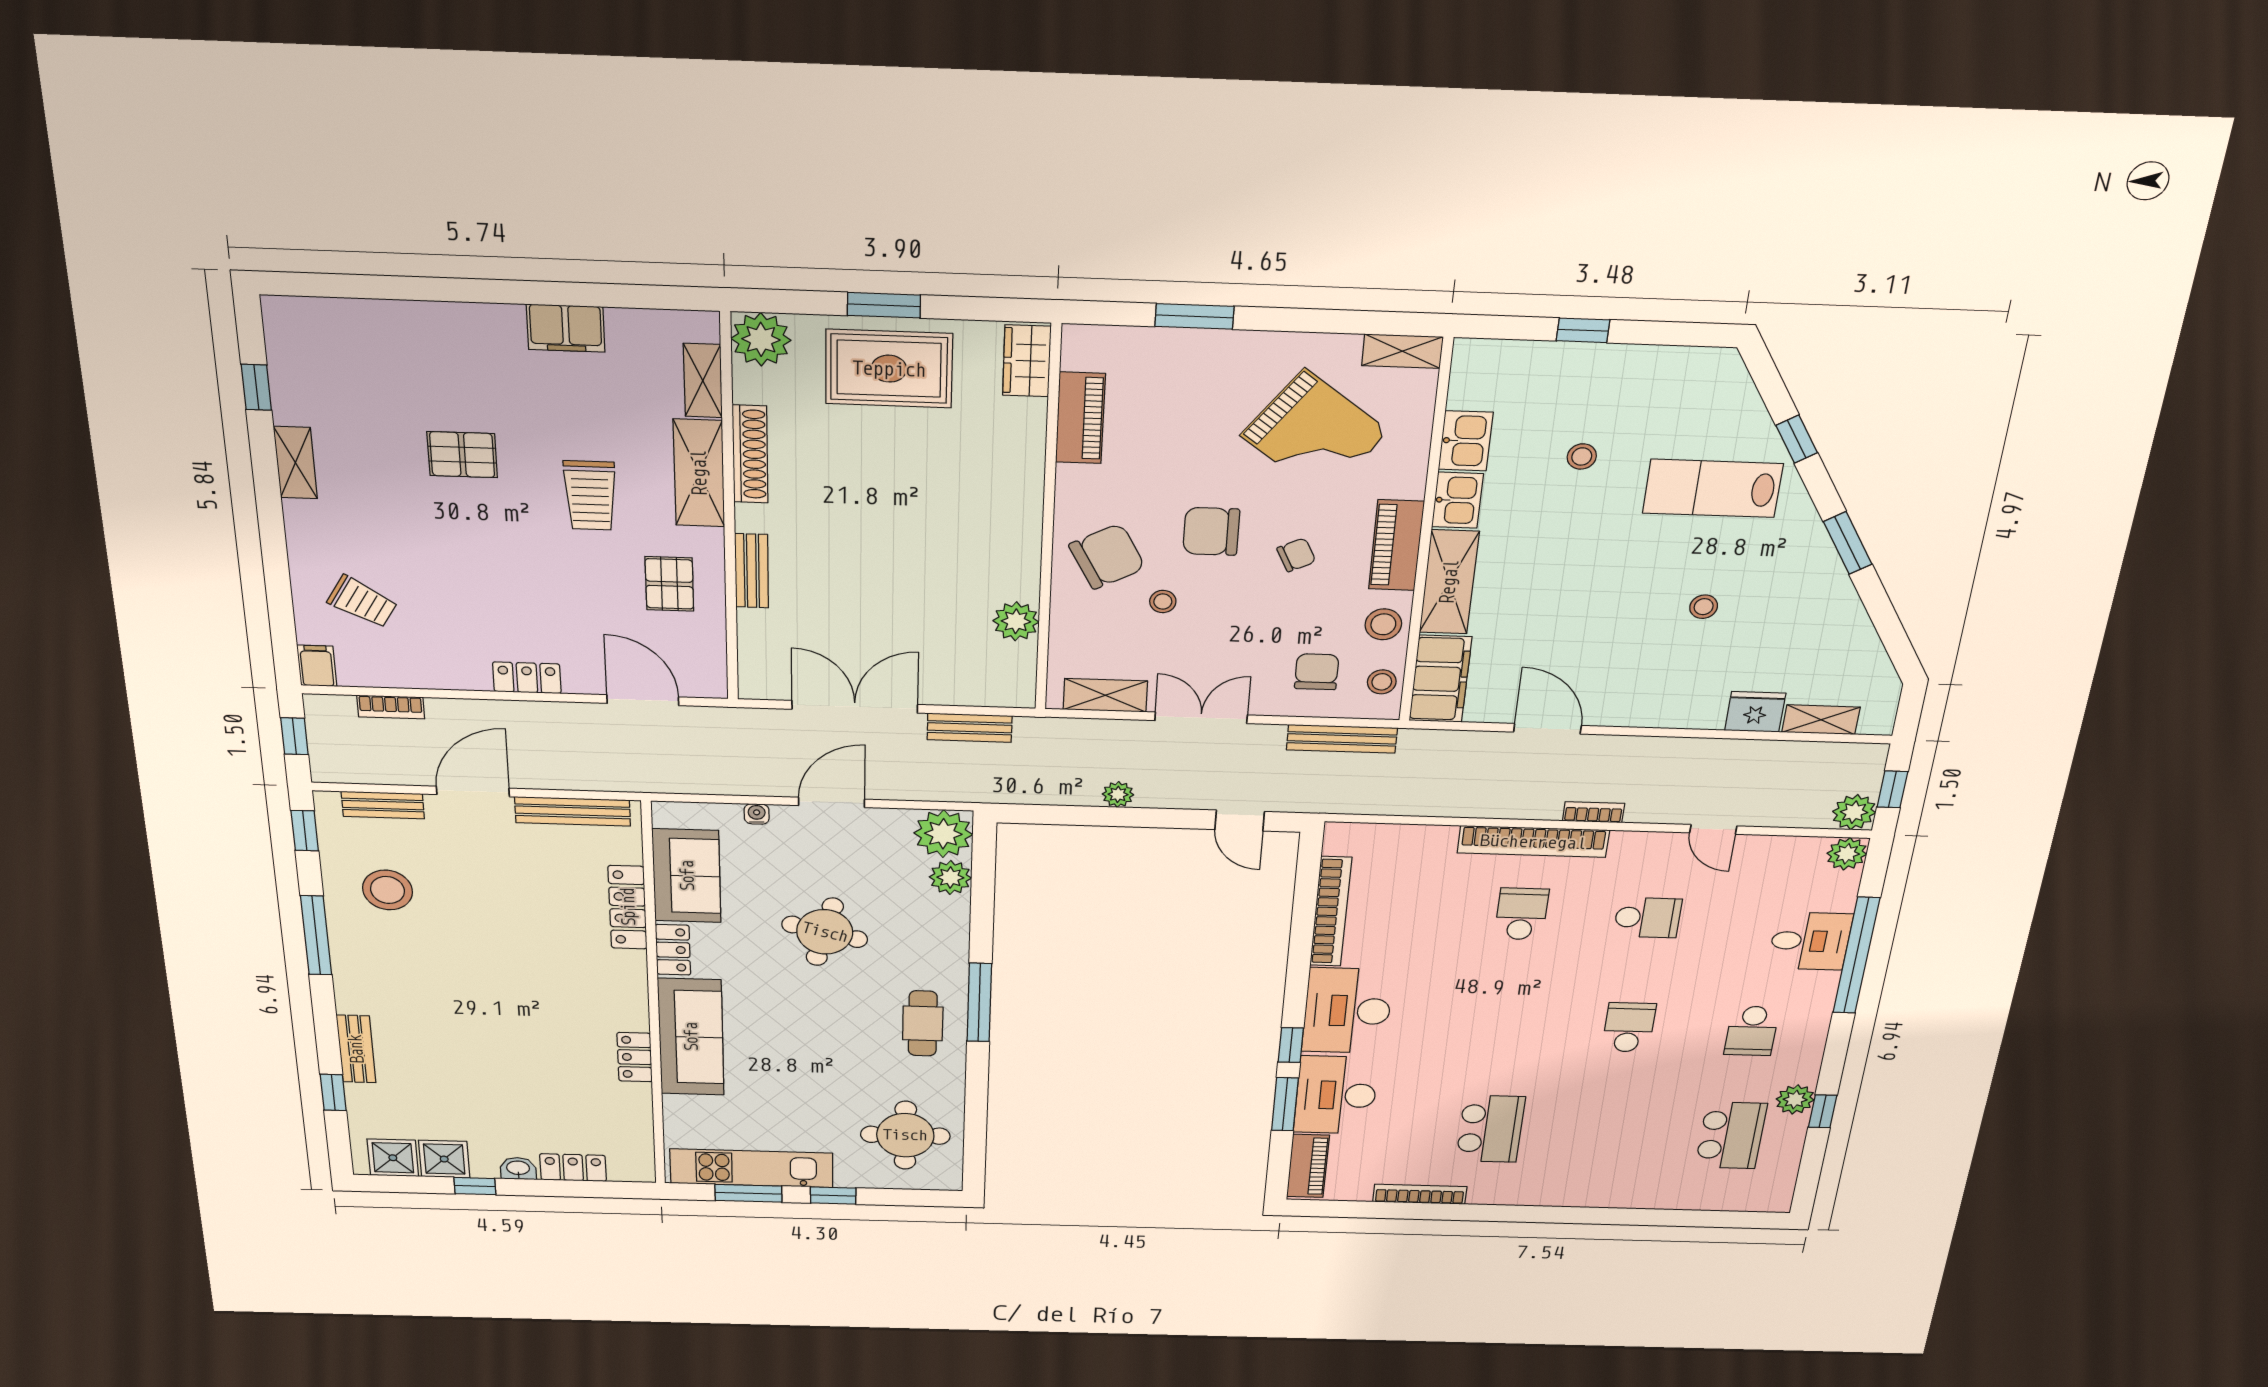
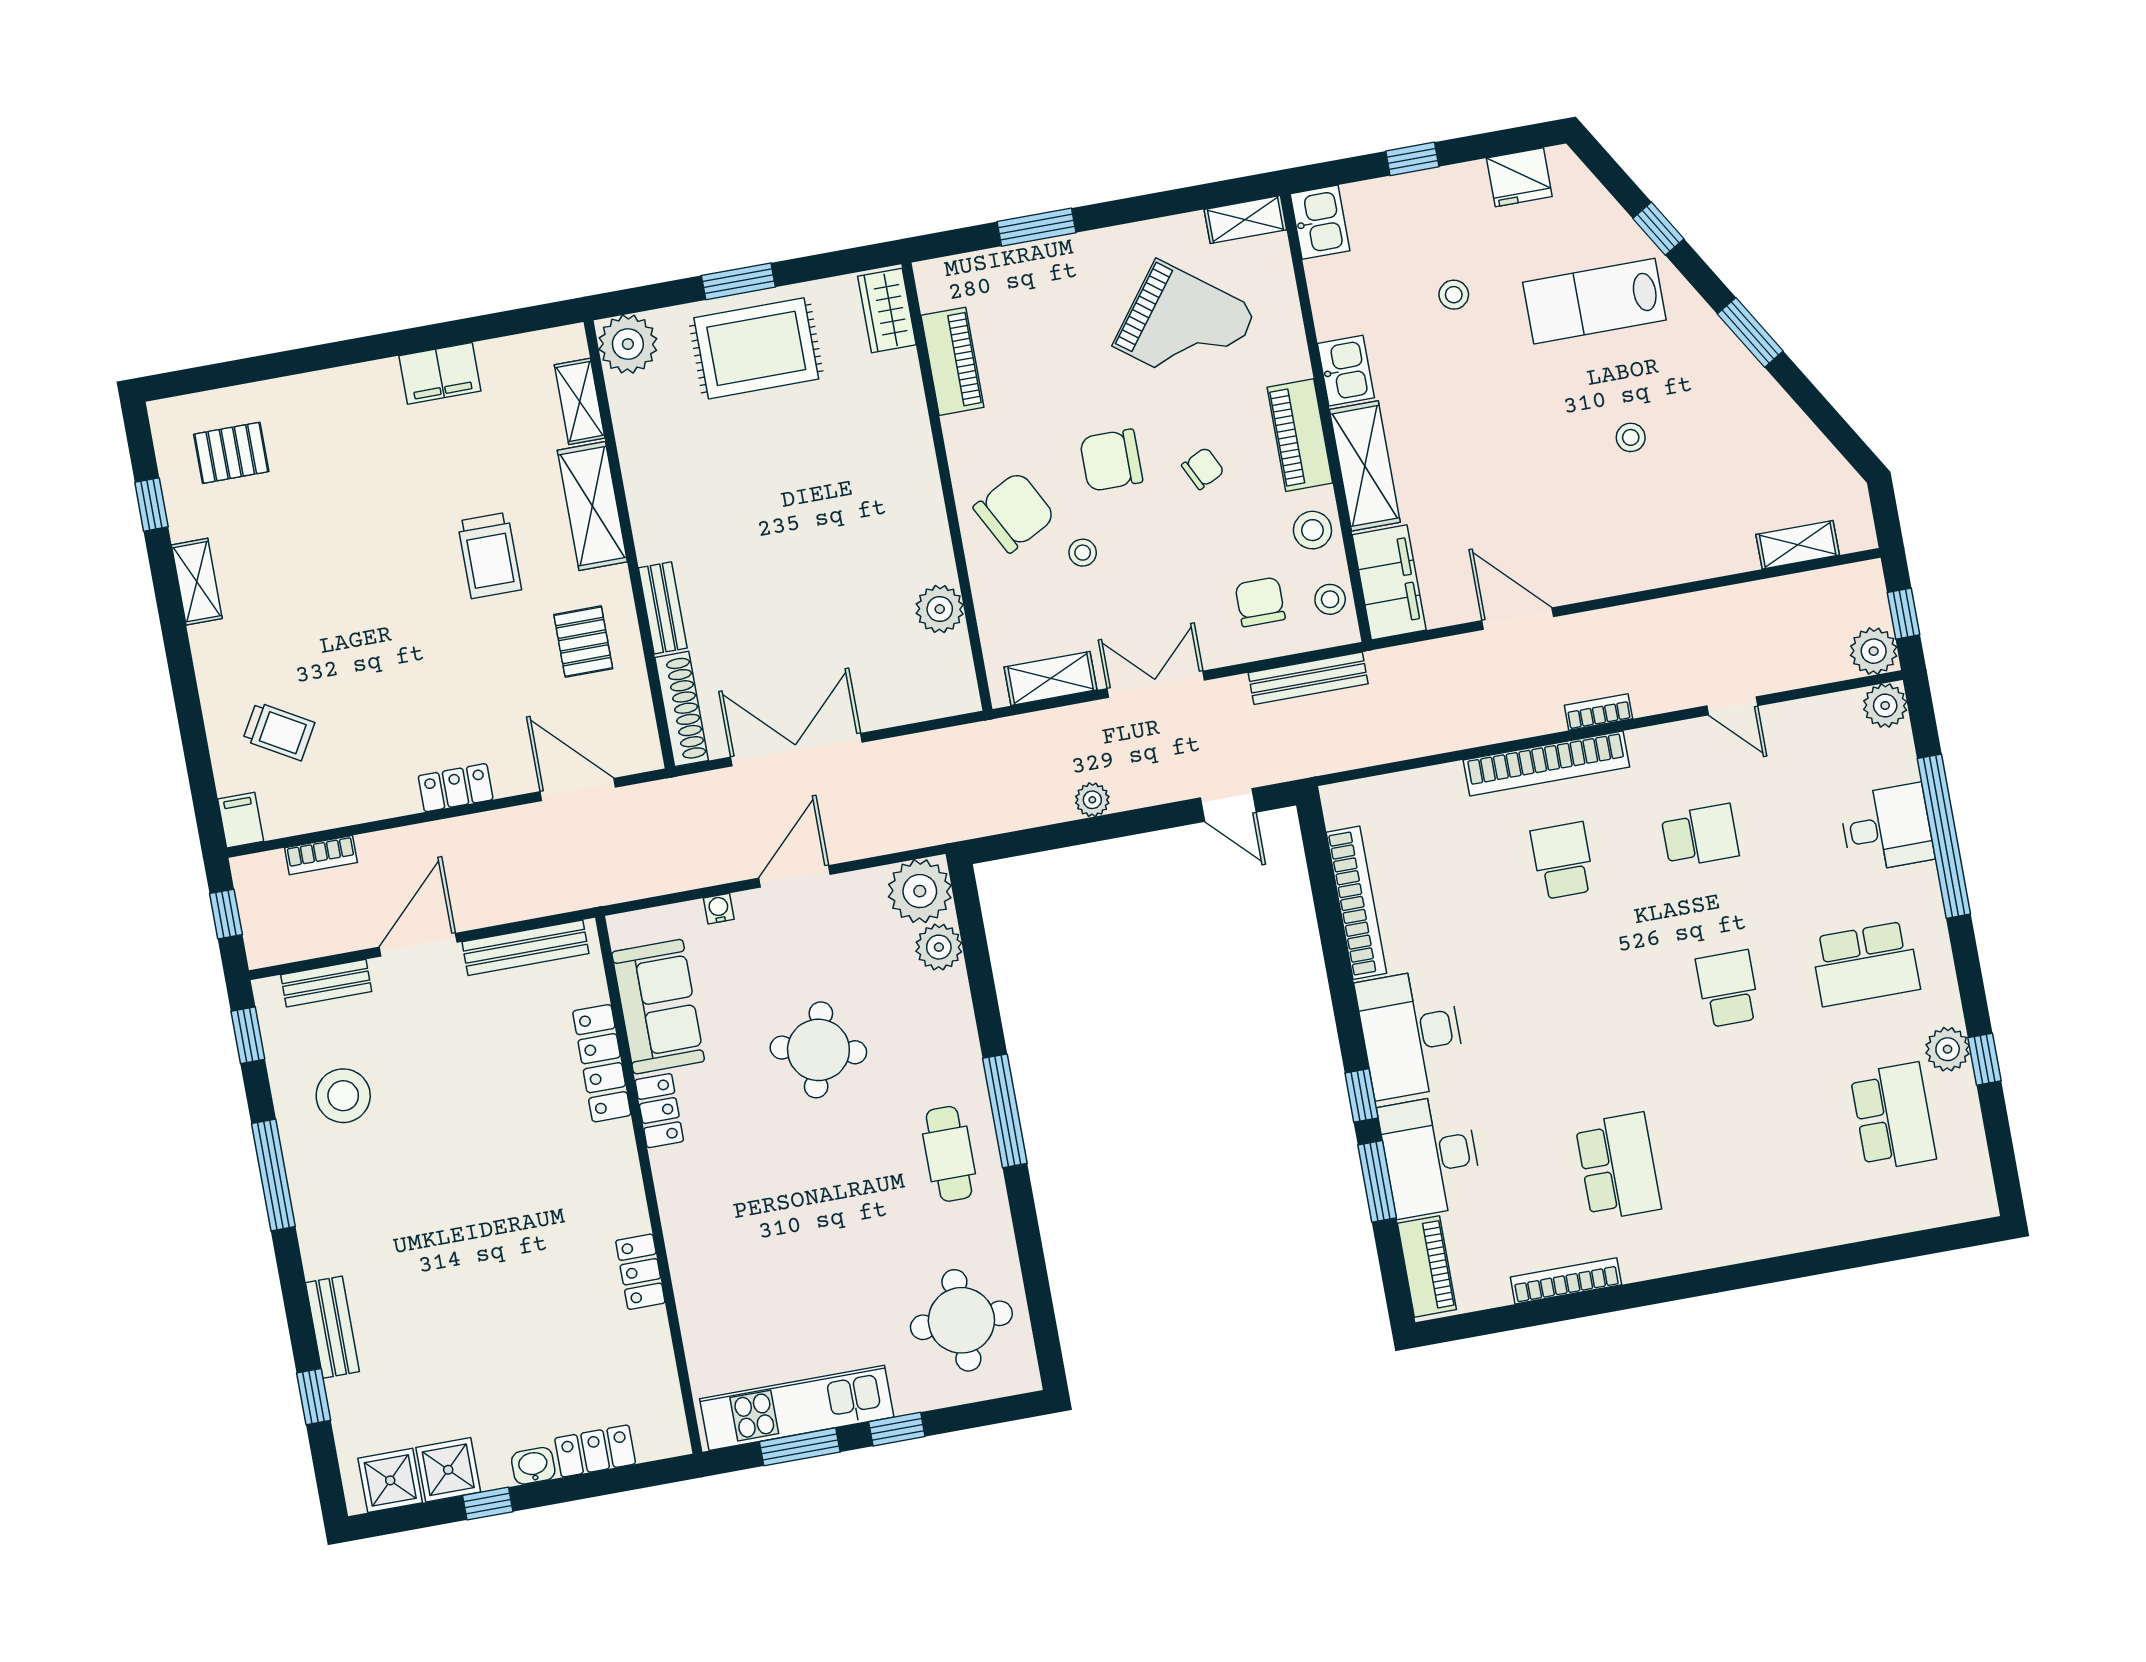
kitchen sink: (1466, 441) -> (1320, 222), moved
shoe rack: (750, 454) -> (682, 709), moved
pallet: (462, 455) -> (231, 453), moved
fridge: (1755, 712) -> (1519, 177), moved, turned 180
bench: (970, 728) -> (920, 750), removed
school desk: (1752, 1031) -> (1865, 964), width x1.85
sofa: (691, 1037) -> (698, 1229), removed

